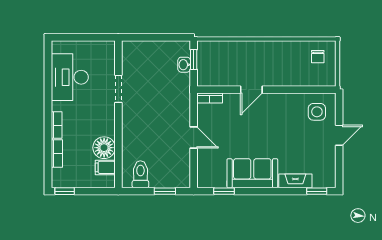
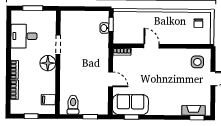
window: (82, 37) -> (33, 8), added
desk: (70, 77) -> (24, 36), width x0.73
door: (251, 90) -> (151, 46), swing flipped
floor lamp: (104, 148) -> (48, 63), moved
sofa: (252, 173) -> (130, 104), moved
fireplace: (295, 181) -> (194, 110), moved
window: (65, 191) -> (31, 116), moved

